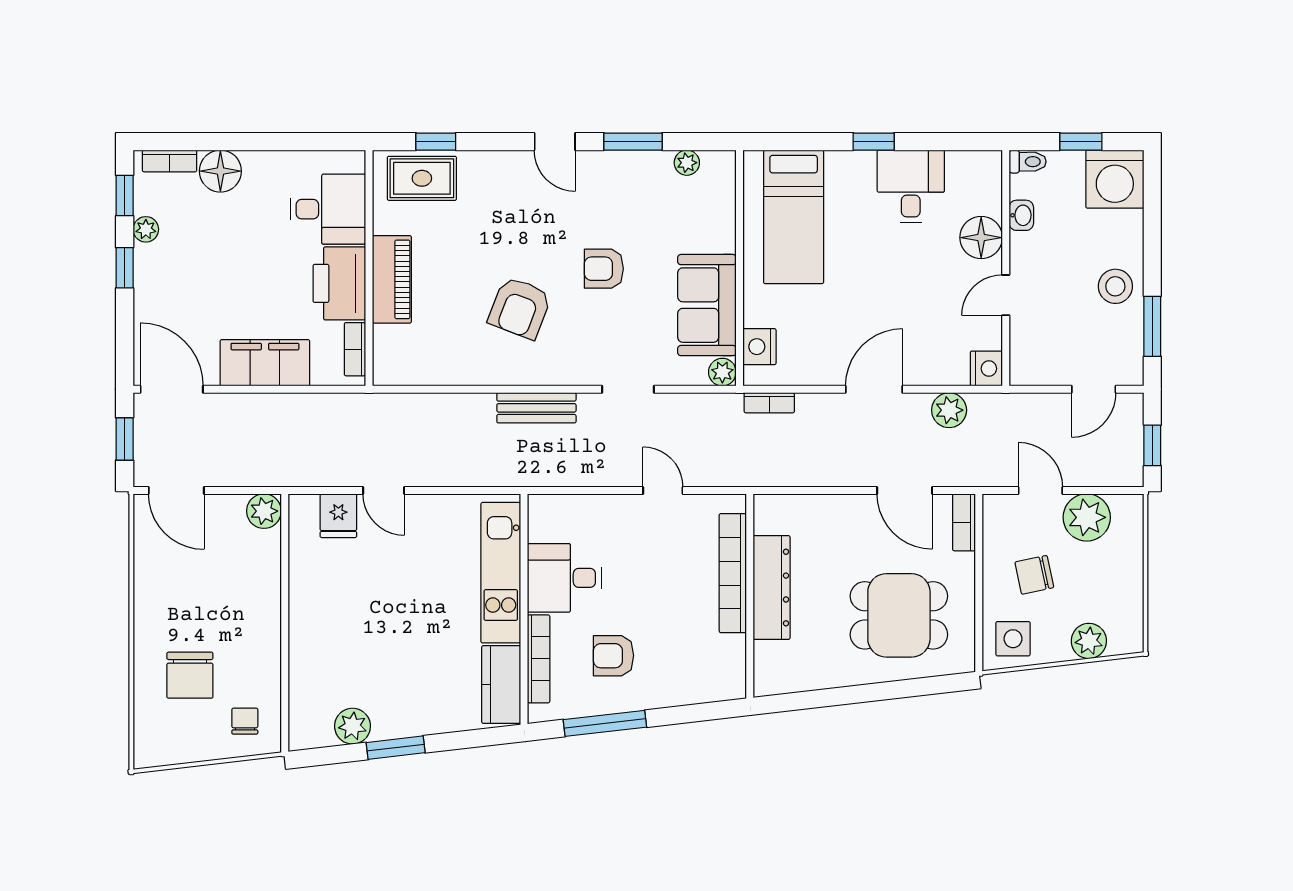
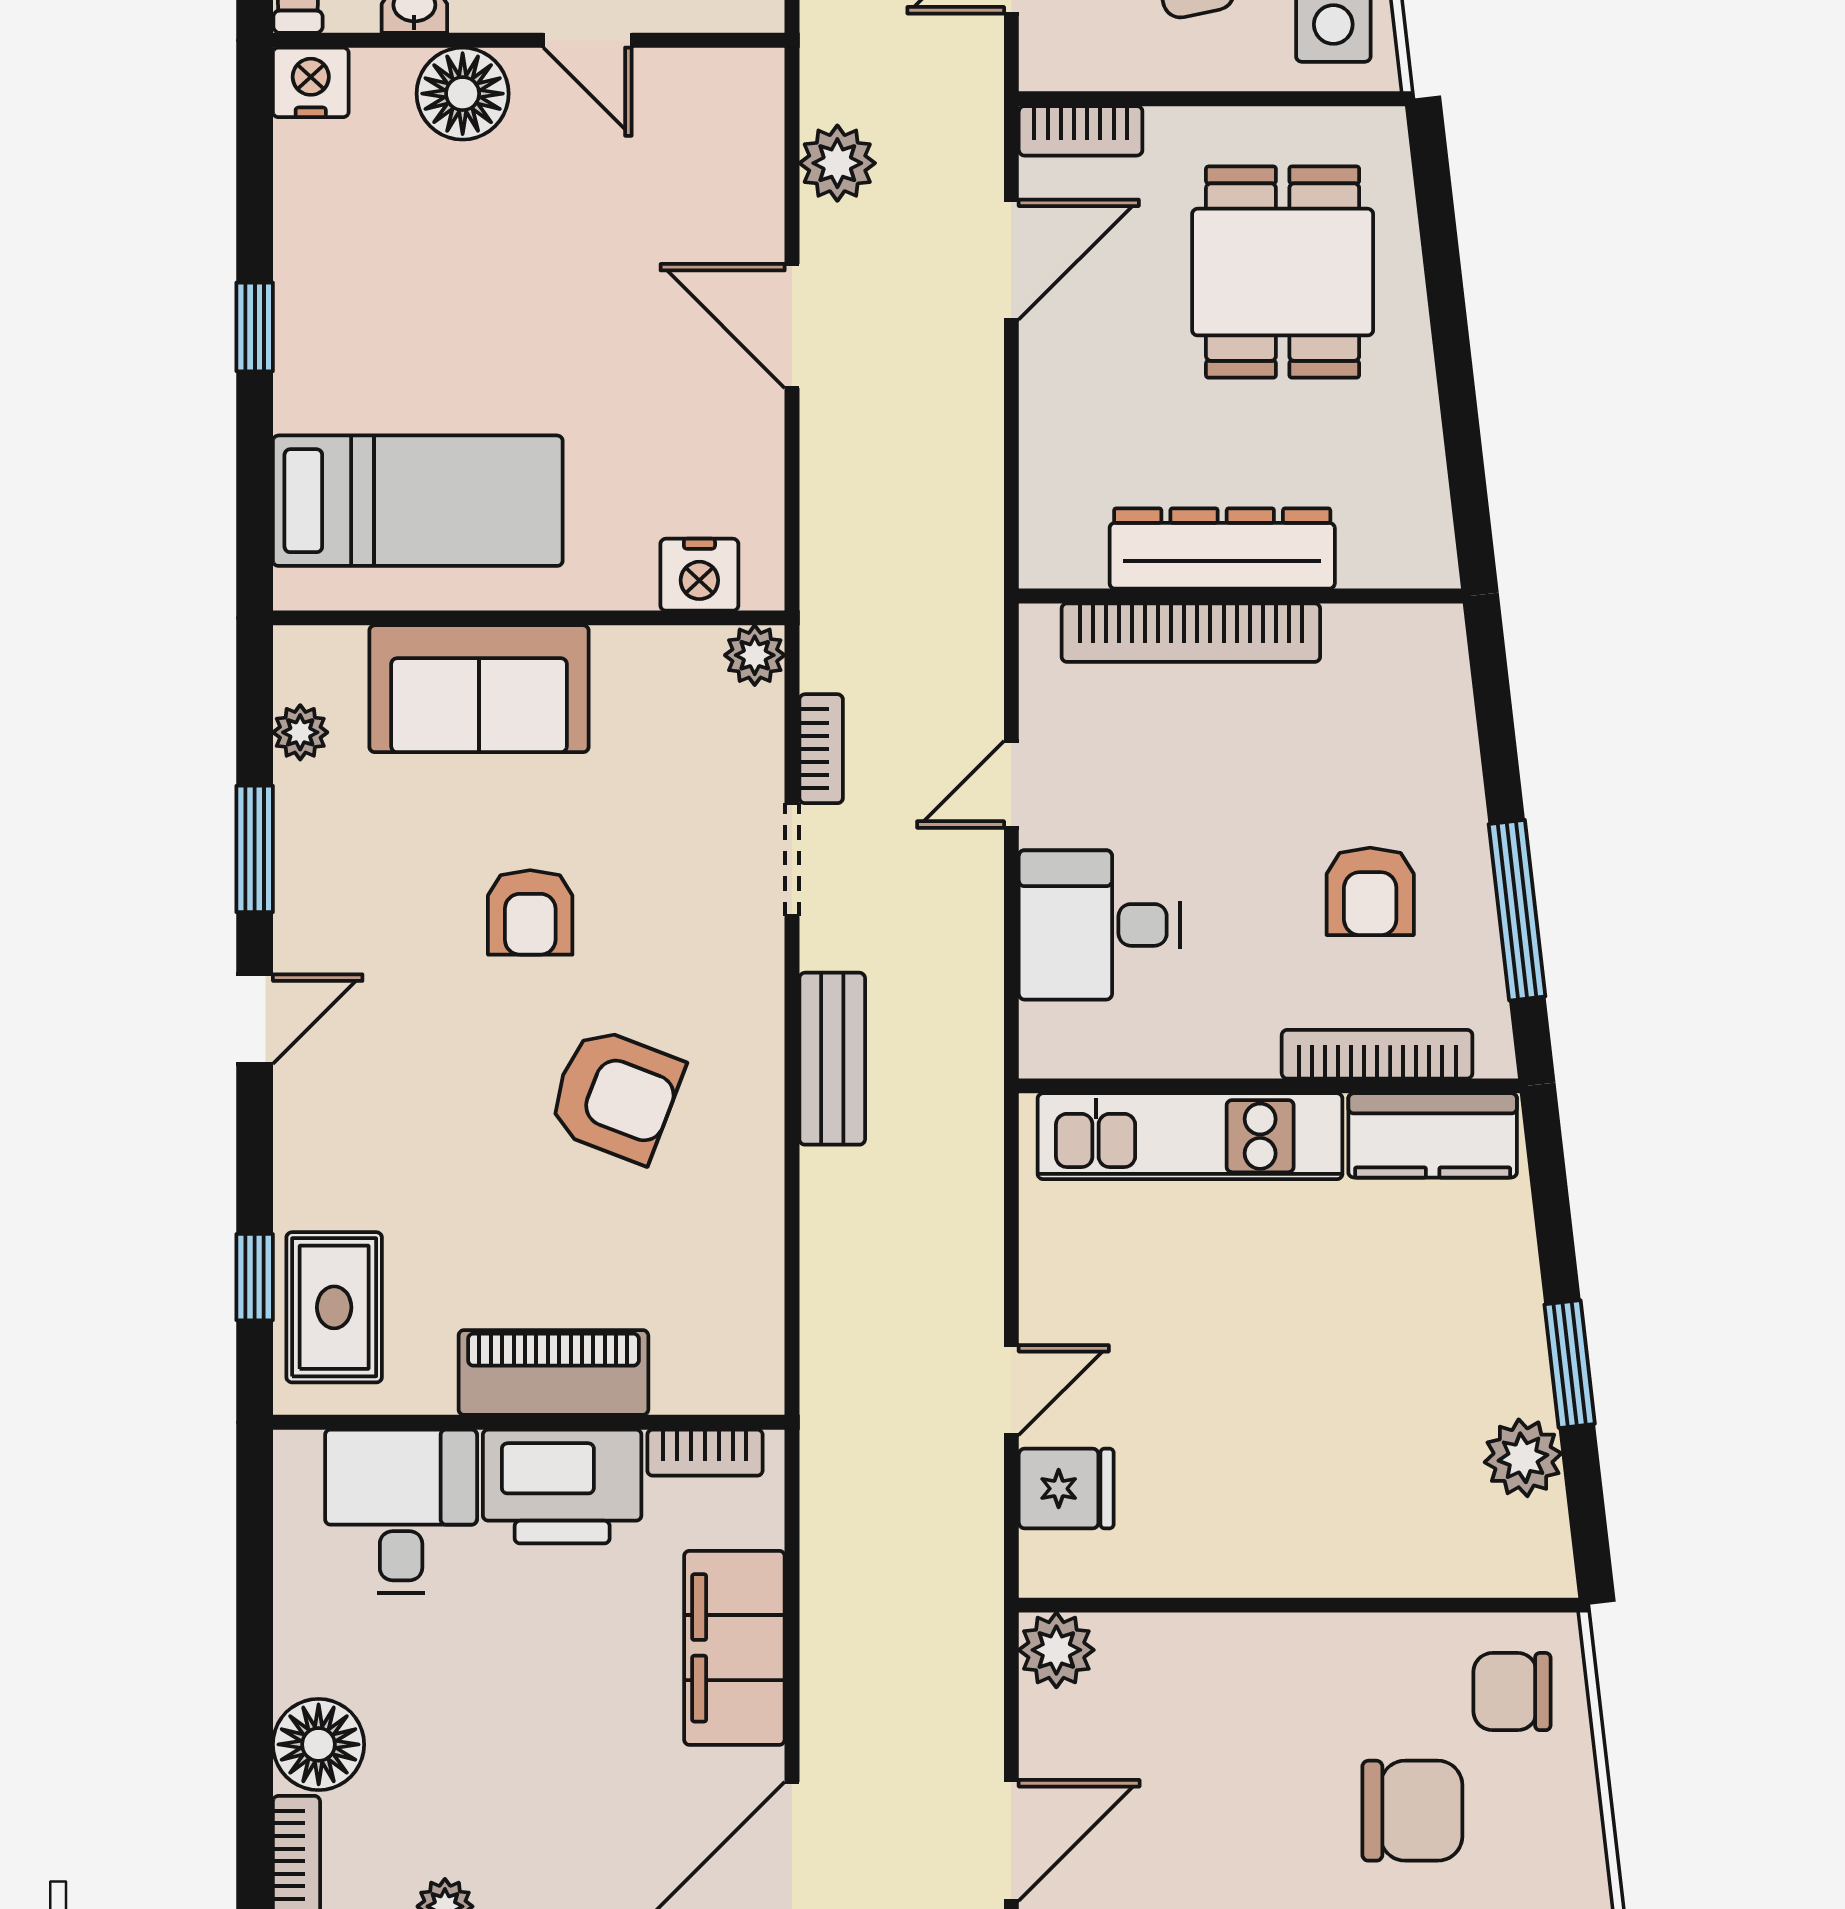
desk: (911, 186) -> (352, 246), removed
sofa: (707, 305) -> (479, 689), moved
nightstand: (986, 369) -> (311, 82), moved
bookcase: (769, 403) -> (821, 749), moved
desk: (564, 578) -> (1099, 925), moved, turned 90
chair: (245, 721) -> (1512, 1692), width x1.37, depth x1.37

